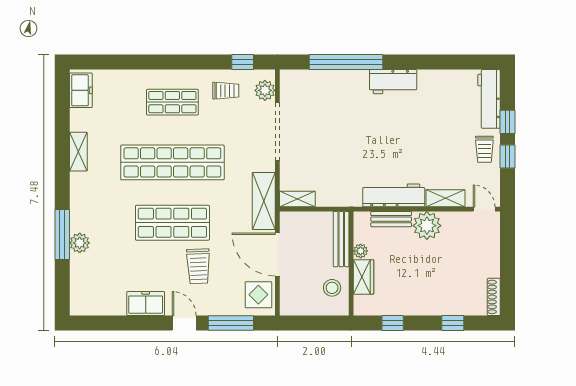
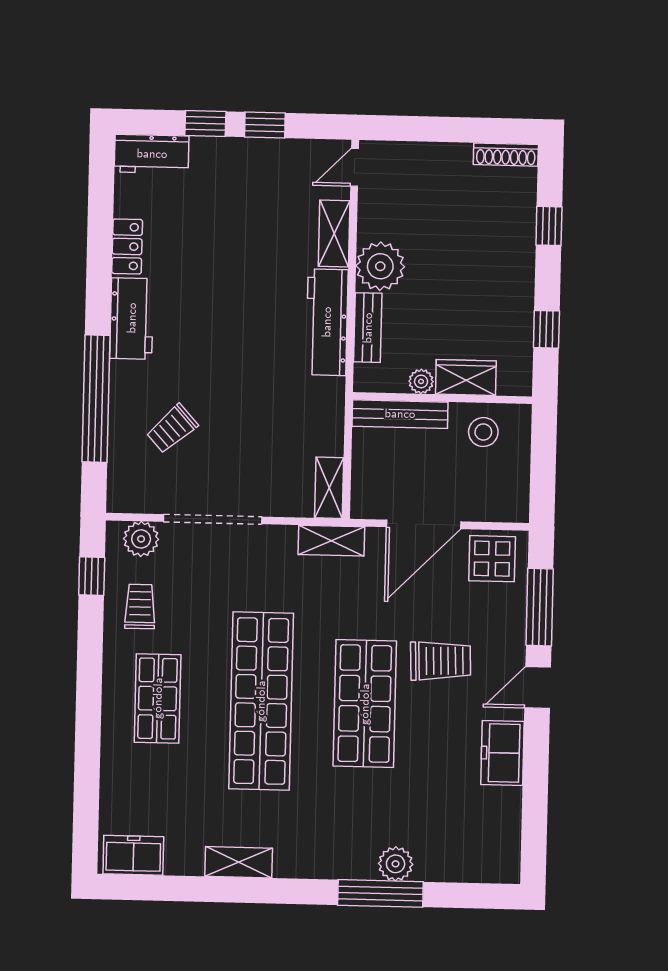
locker: (435, 78) -> (127, 246), added
workbench: (489, 99) -> (152, 154), width x0.73
trolley: (484, 149) -> (172, 429), moved, turned 138
shelving: (264, 201) -> (331, 541), width x0.67, depth x0.75

